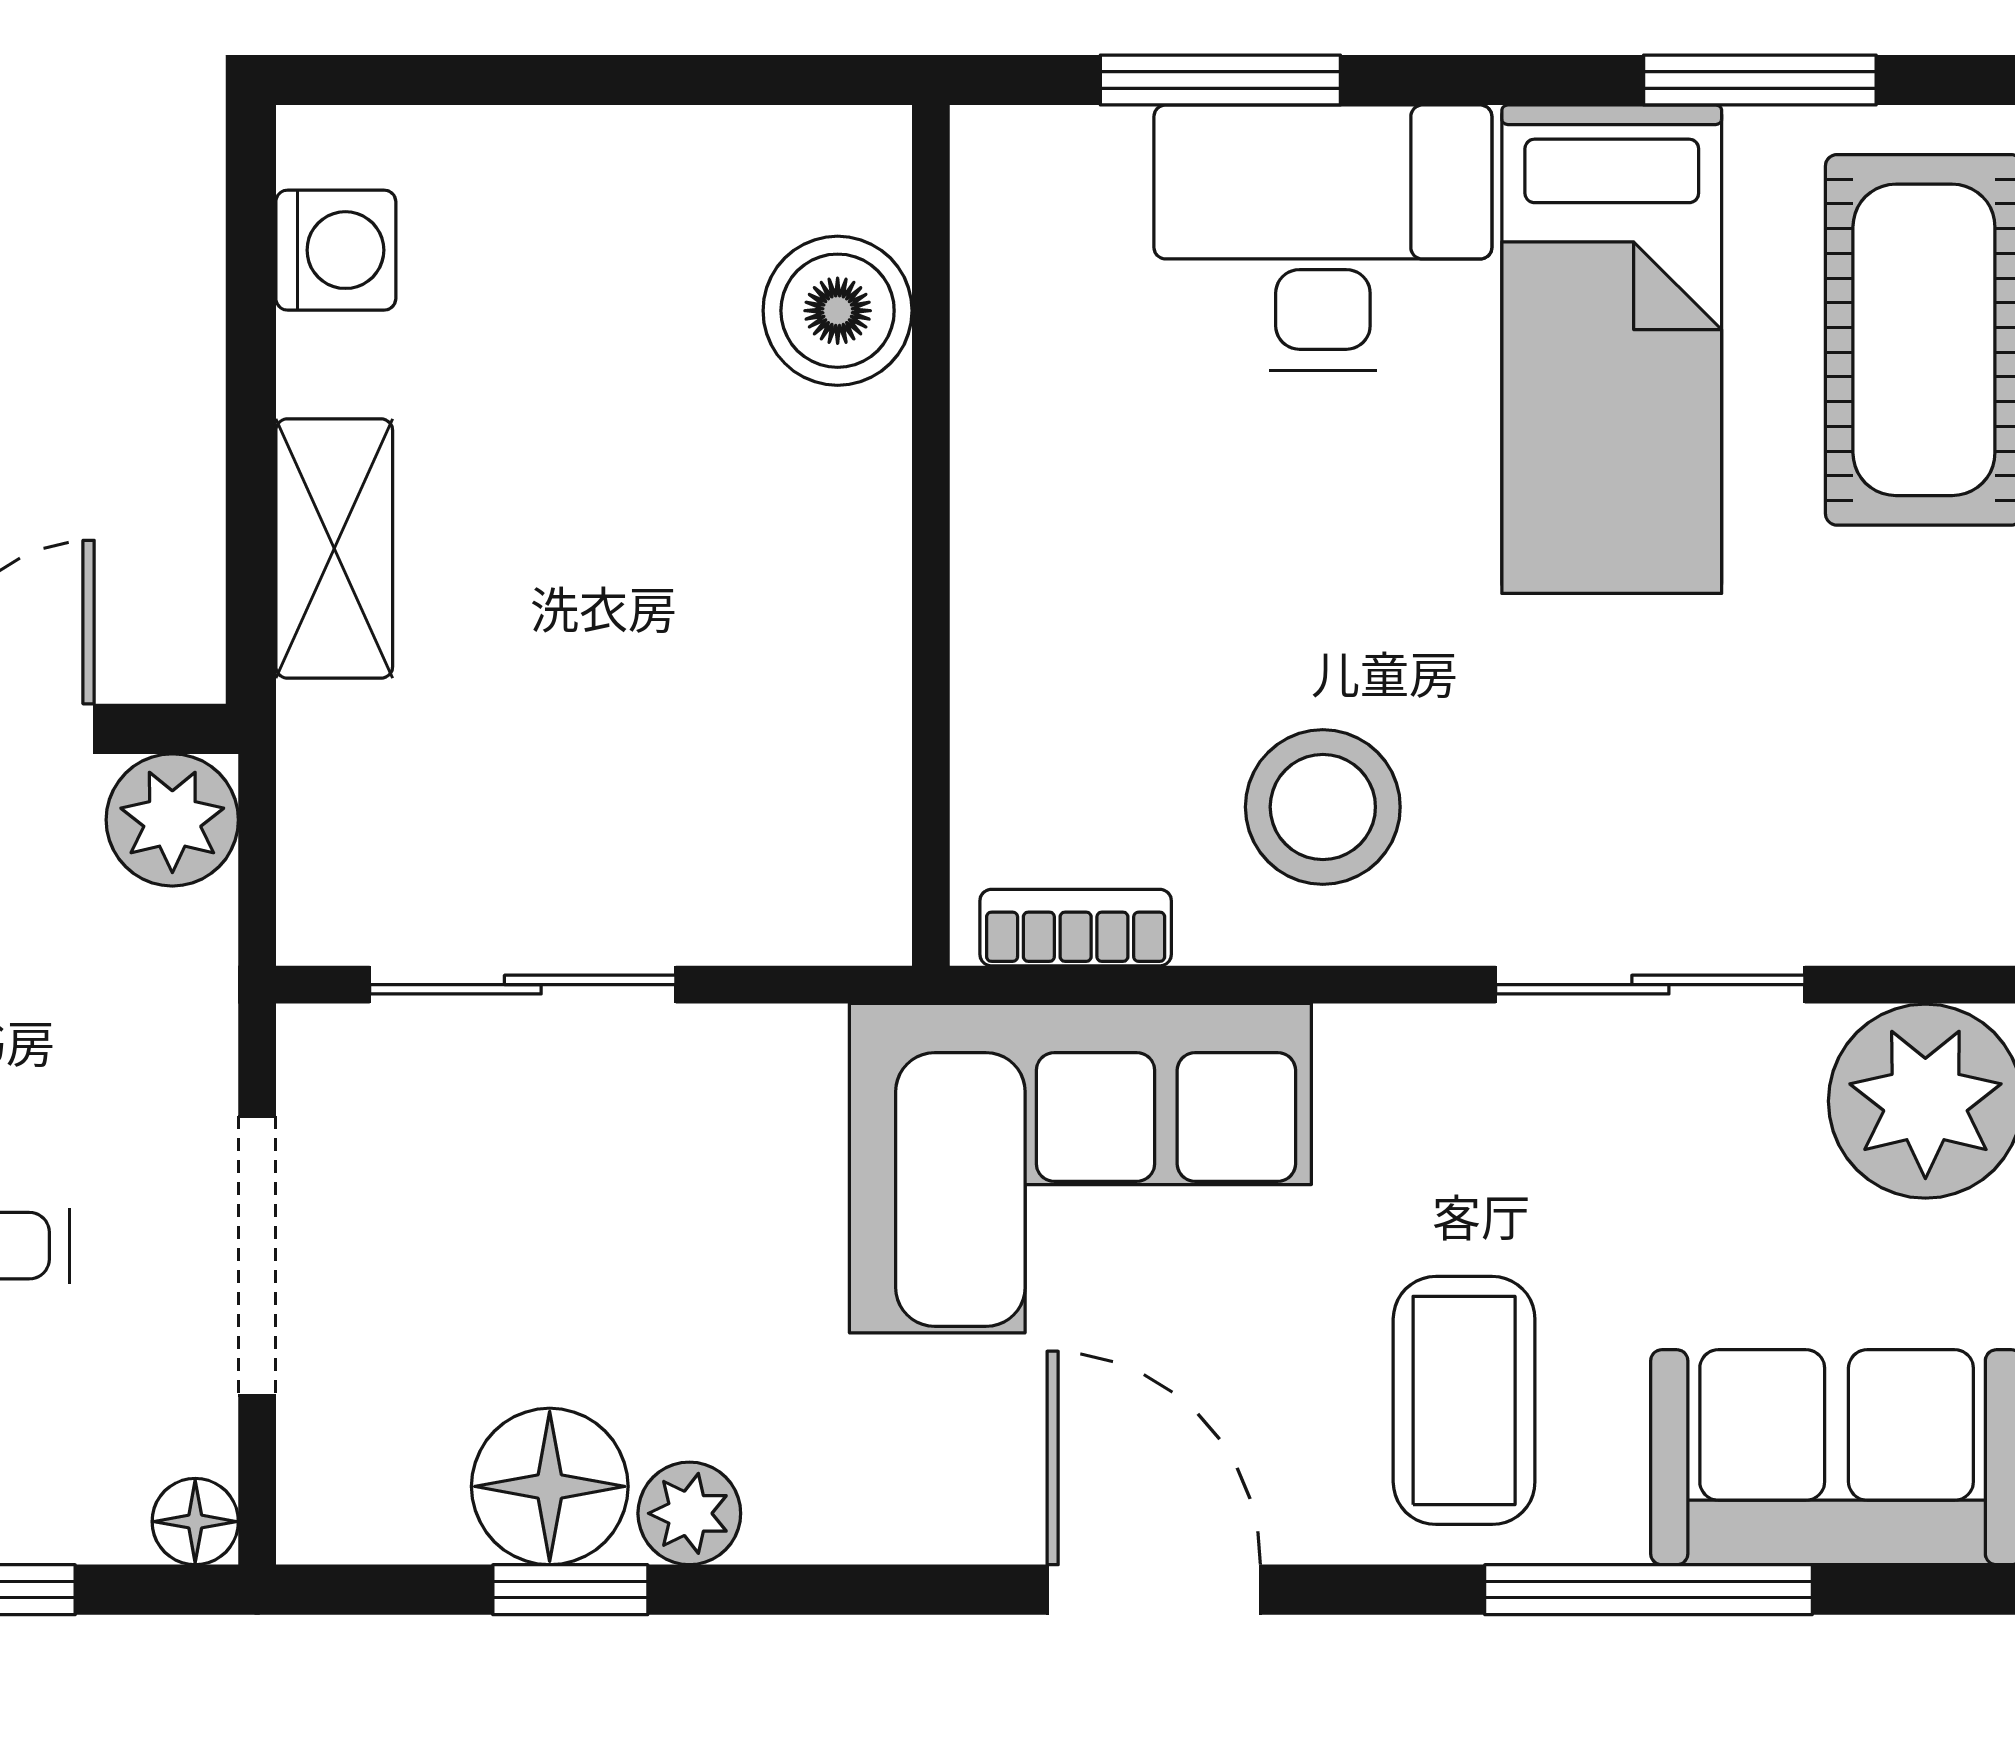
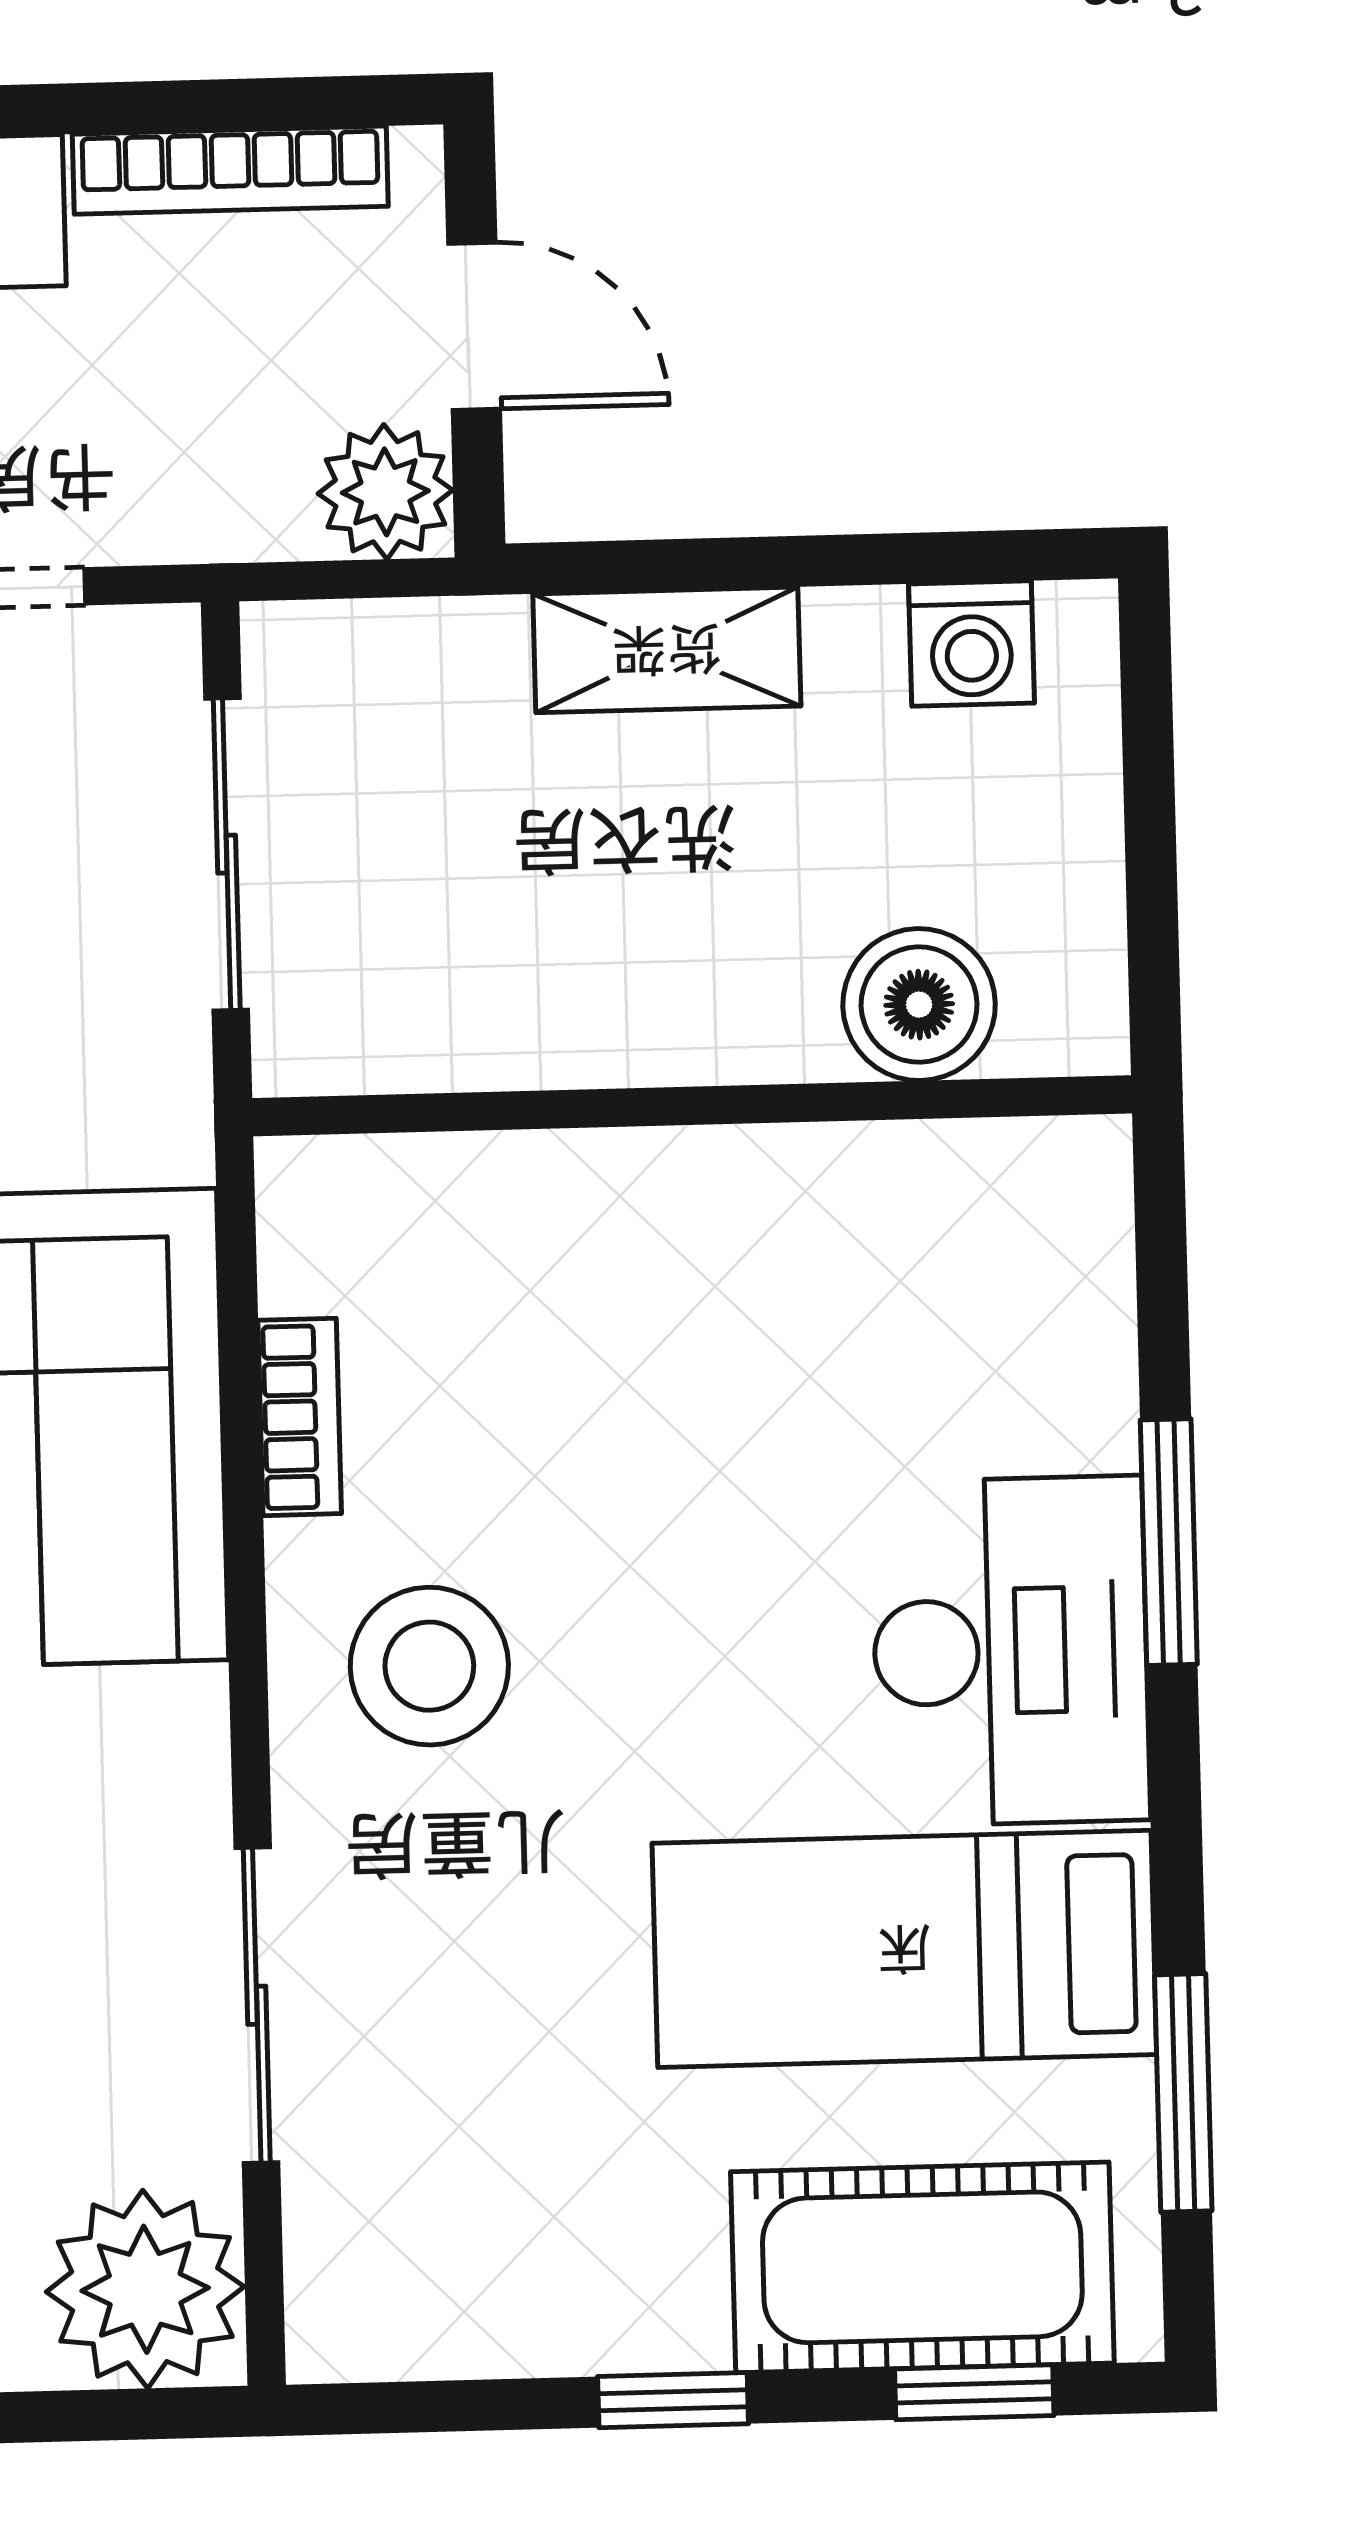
boiler: (838, 311) -> (919, 1005), moved
wall: (931, 535) -> (692, 1106), moved

